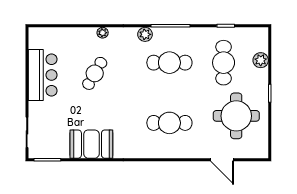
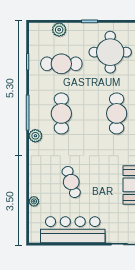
plant: (103, 33) -> (34, 201), moved
cafe table: (95, 73) -> (71, 182), turned 41
bar counter: (43, 75) -> (73, 230), width x1.36

